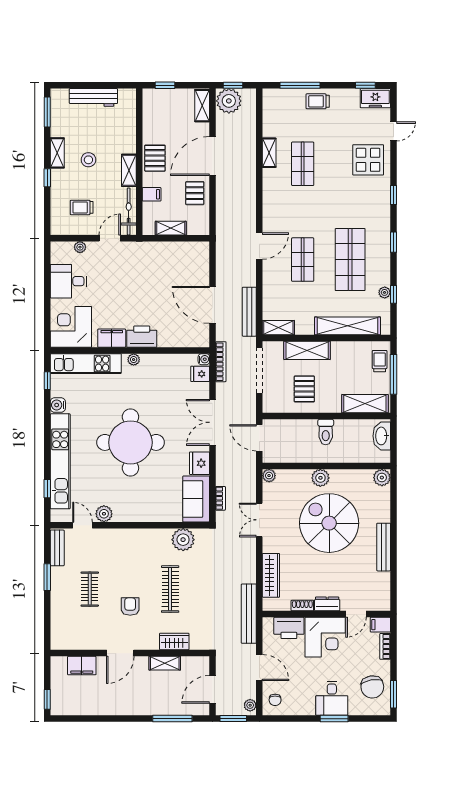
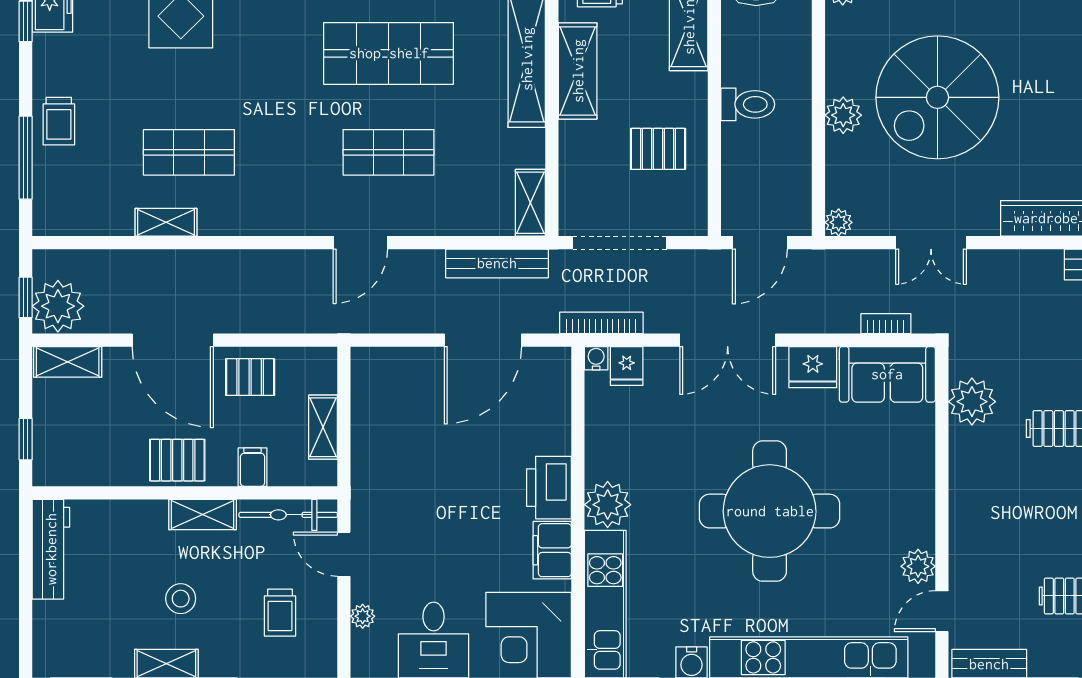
workbench: (93, 97) -> (51, 549), moved
door: (259, 246) -> (360, 243), swing flipped
shelving: (307, 350) -> (578, 71), moved
plant: (134, 360) -> (608, 505), width x1.88, depth x1.88

